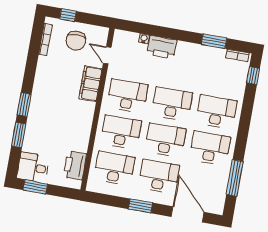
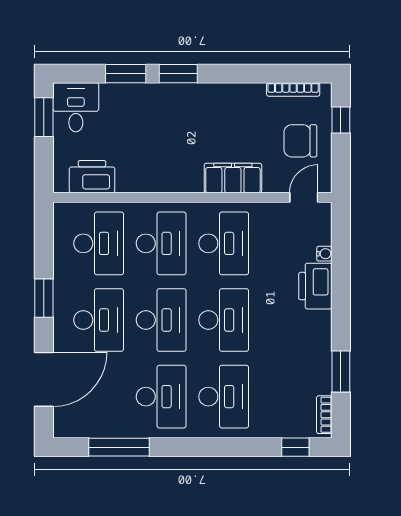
door: (107, 55) -> (304, 197), moved

